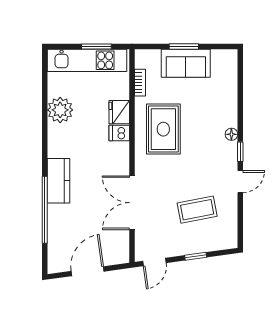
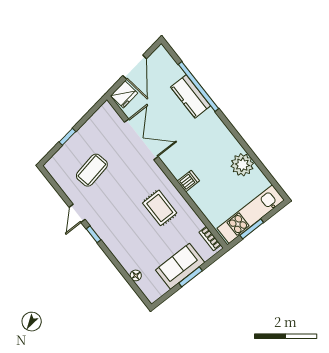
bookcase: (140, 83) -> (210, 239), moved
fridge: (119, 112) -> (124, 94), moved, turned 82
rug: (163, 129) -> (160, 208), width x0.73, depth x0.70
floor lamp: (231, 134) -> (136, 275), moved
kitchen counter: (58, 181) -> (191, 96), moved
door: (154, 262) -> (93, 110), removed

